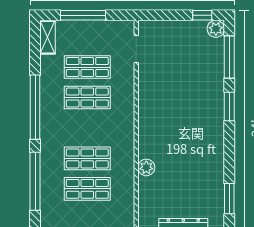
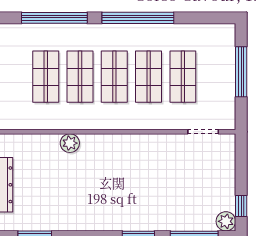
shelving: (48, 37) -> (216, 32), removed
shop shelf: (87, 128) -> (114, 77), added

